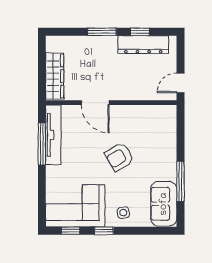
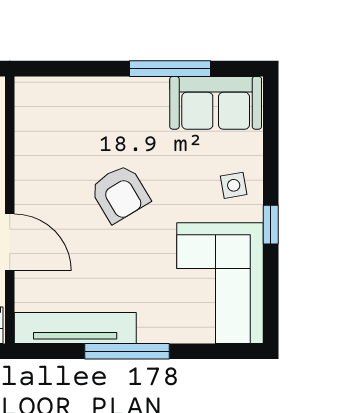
door: (95, 103) -> (10, 242), hinge flipped
window: (42, 144) -> (127, 351), moved
window: (71, 231) -> (271, 292), removed

